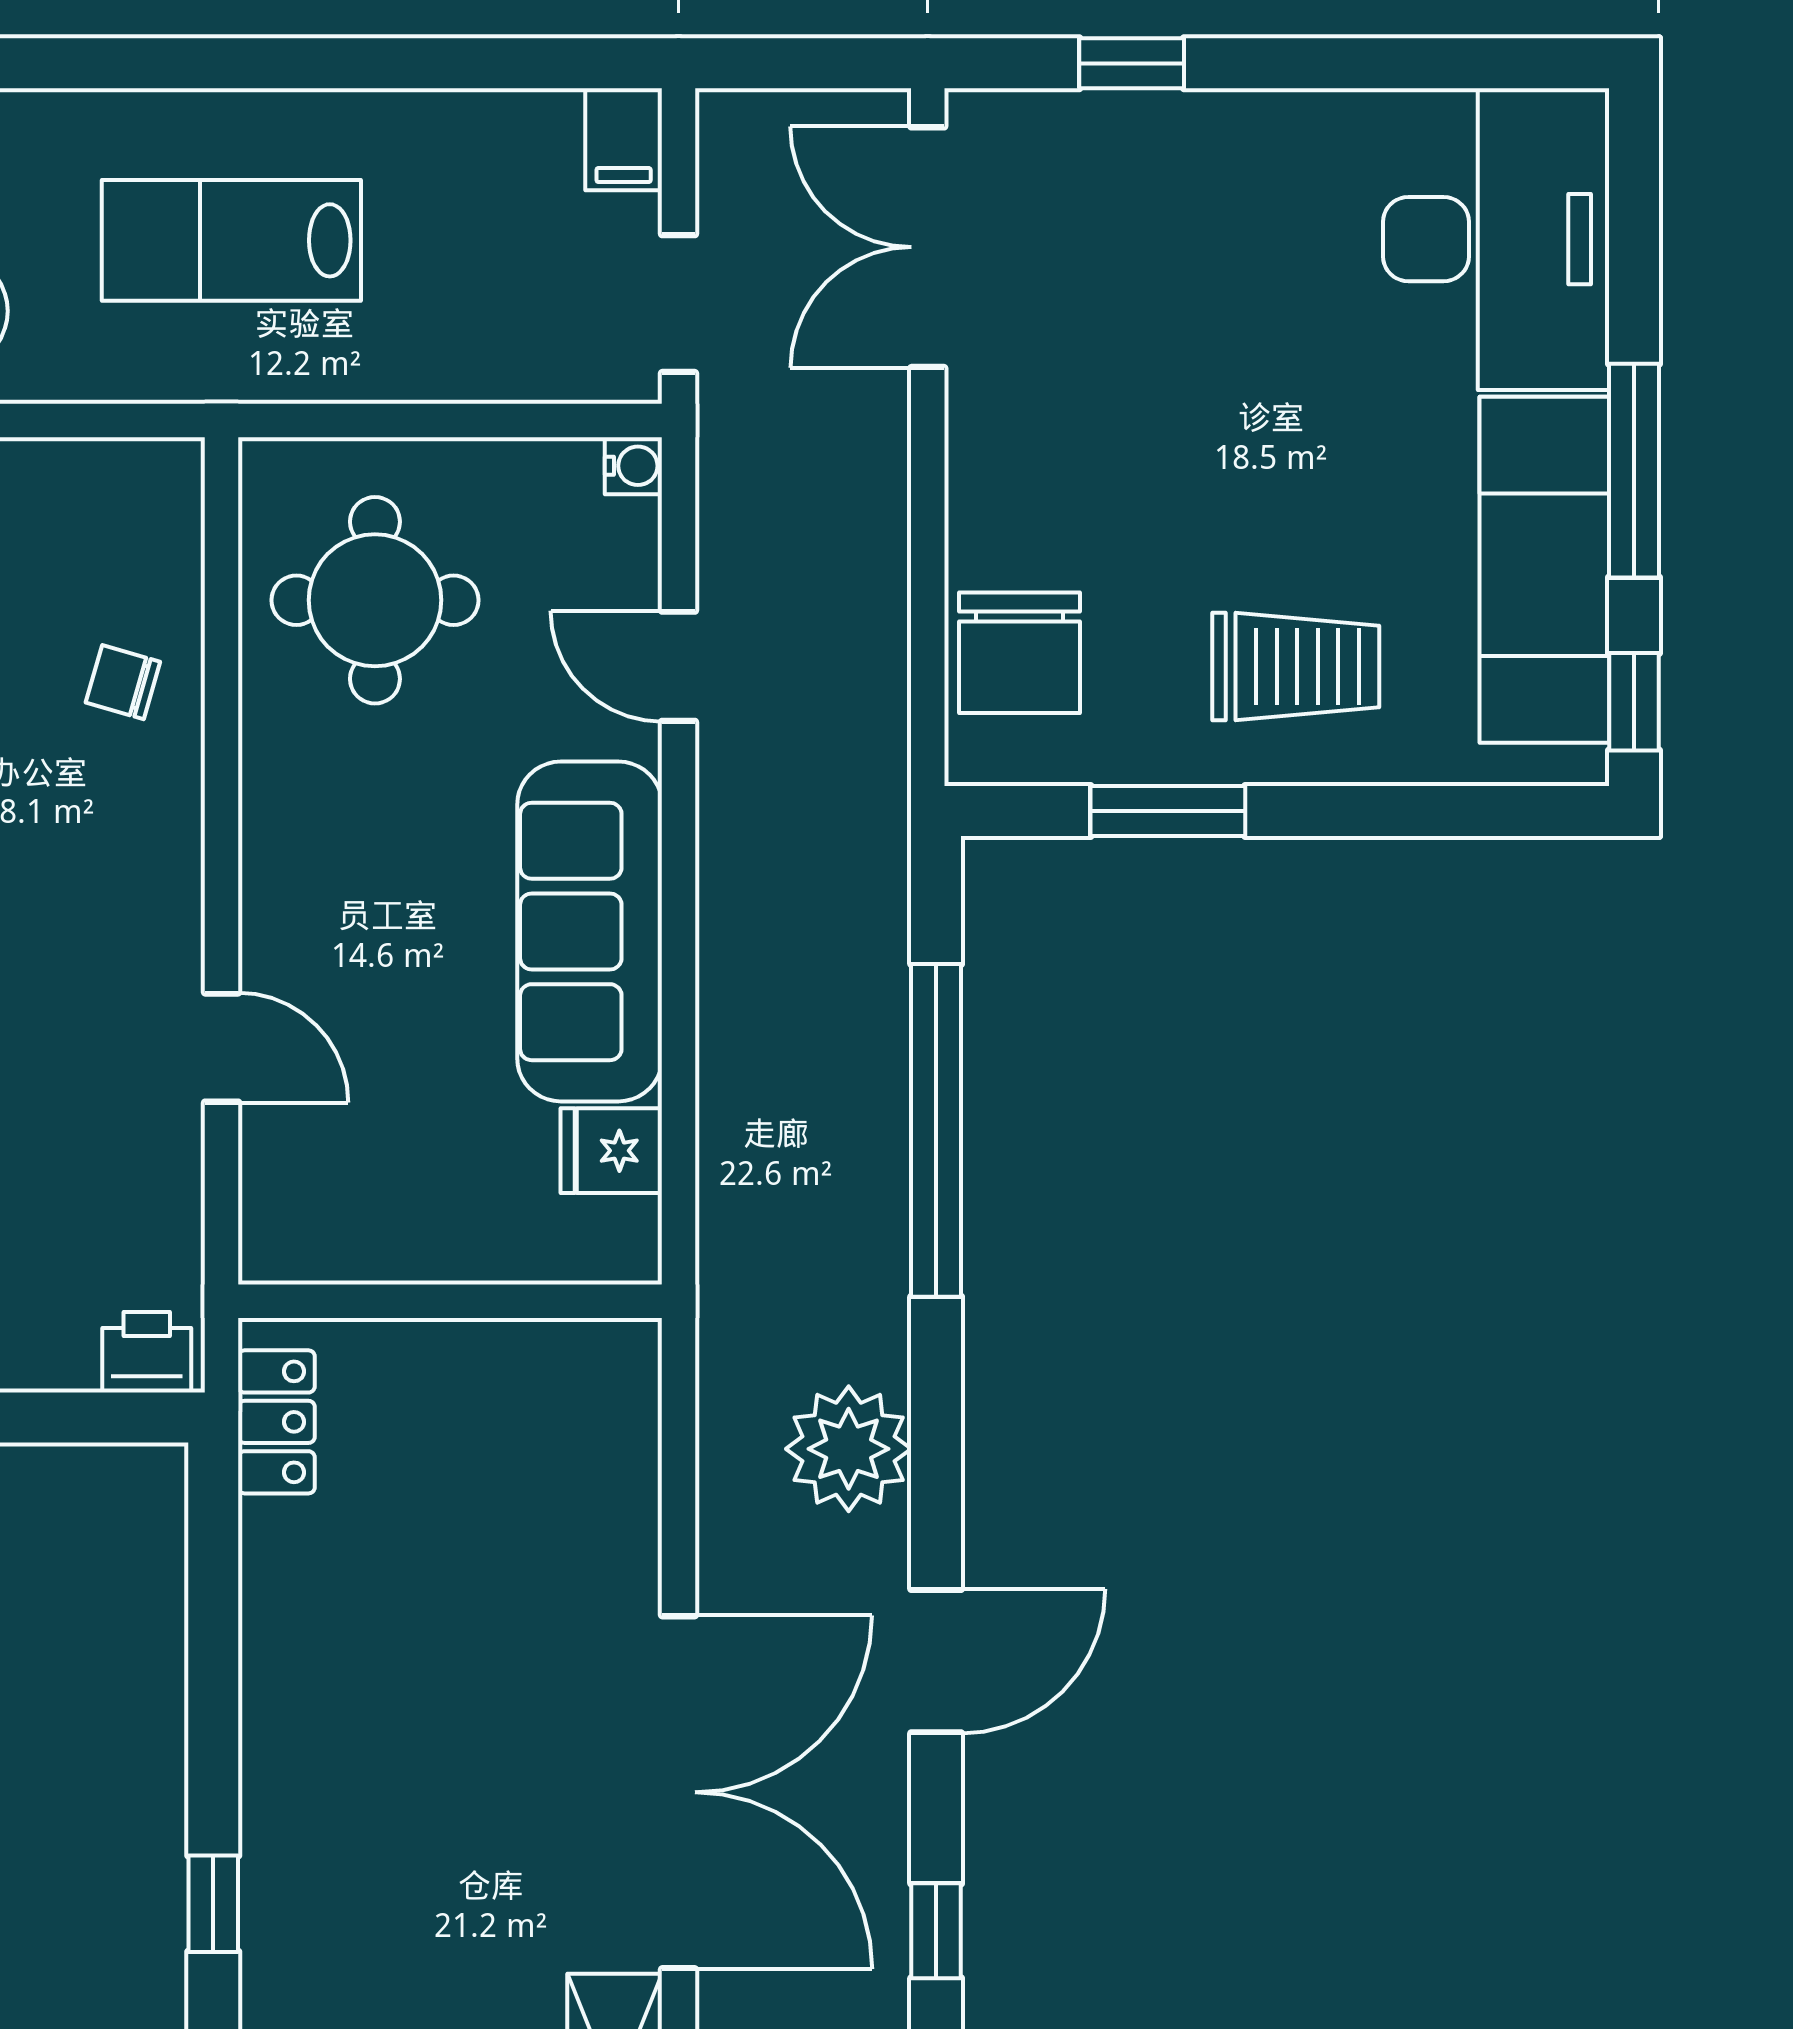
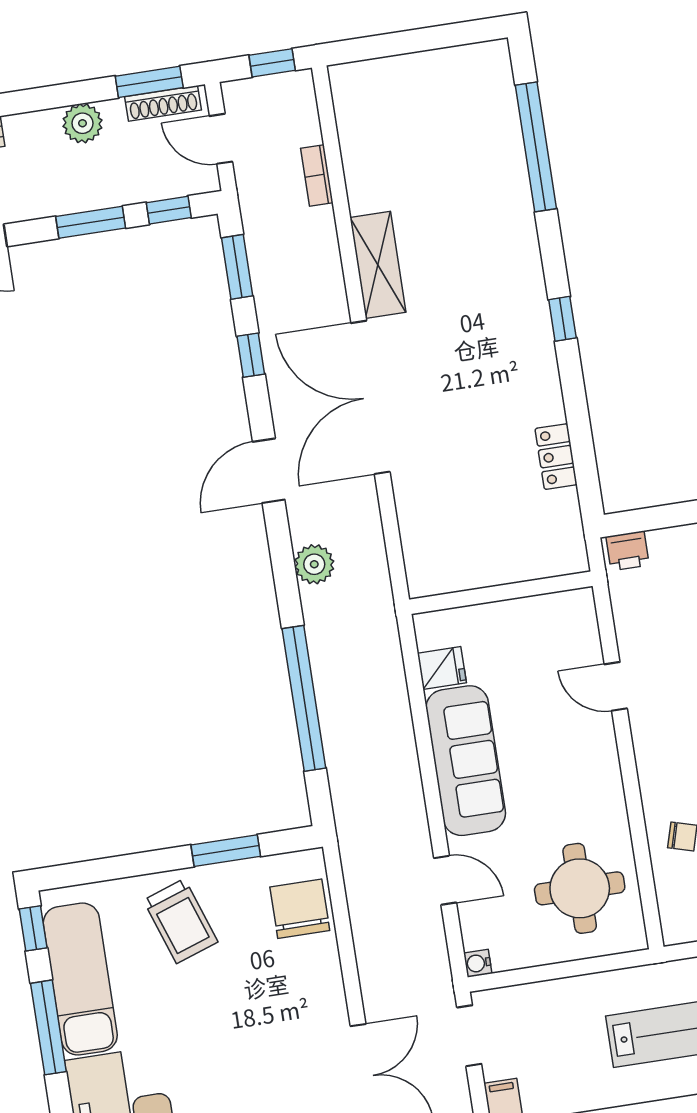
trolley: (1296, 666) -> (180, 921), turned -109
locker: (276, 1422) -> (556, 457), moved
plant: (849, 1449) -> (314, 564), width x0.73, depth x0.73

